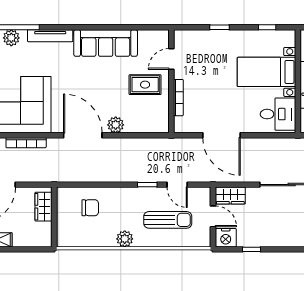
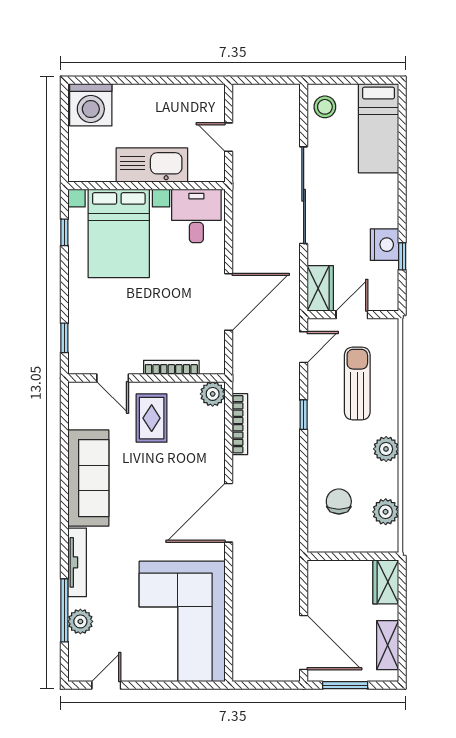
window: (219, 27) -> (64, 338), moved
bed with nightstands: (266, 72) -> (119, 233), width x1.36
plant: (116, 125) -> (213, 394), moved
bookcase: (26, 143) -> (240, 424), moved
door: (177, 185) -> (304, 347), moved
wardrobe: (43, 207) -> (386, 582), moved, turned 90
plant: (83, 238) -> (386, 512), added
nightstand: (226, 238) -> (384, 245), moved

